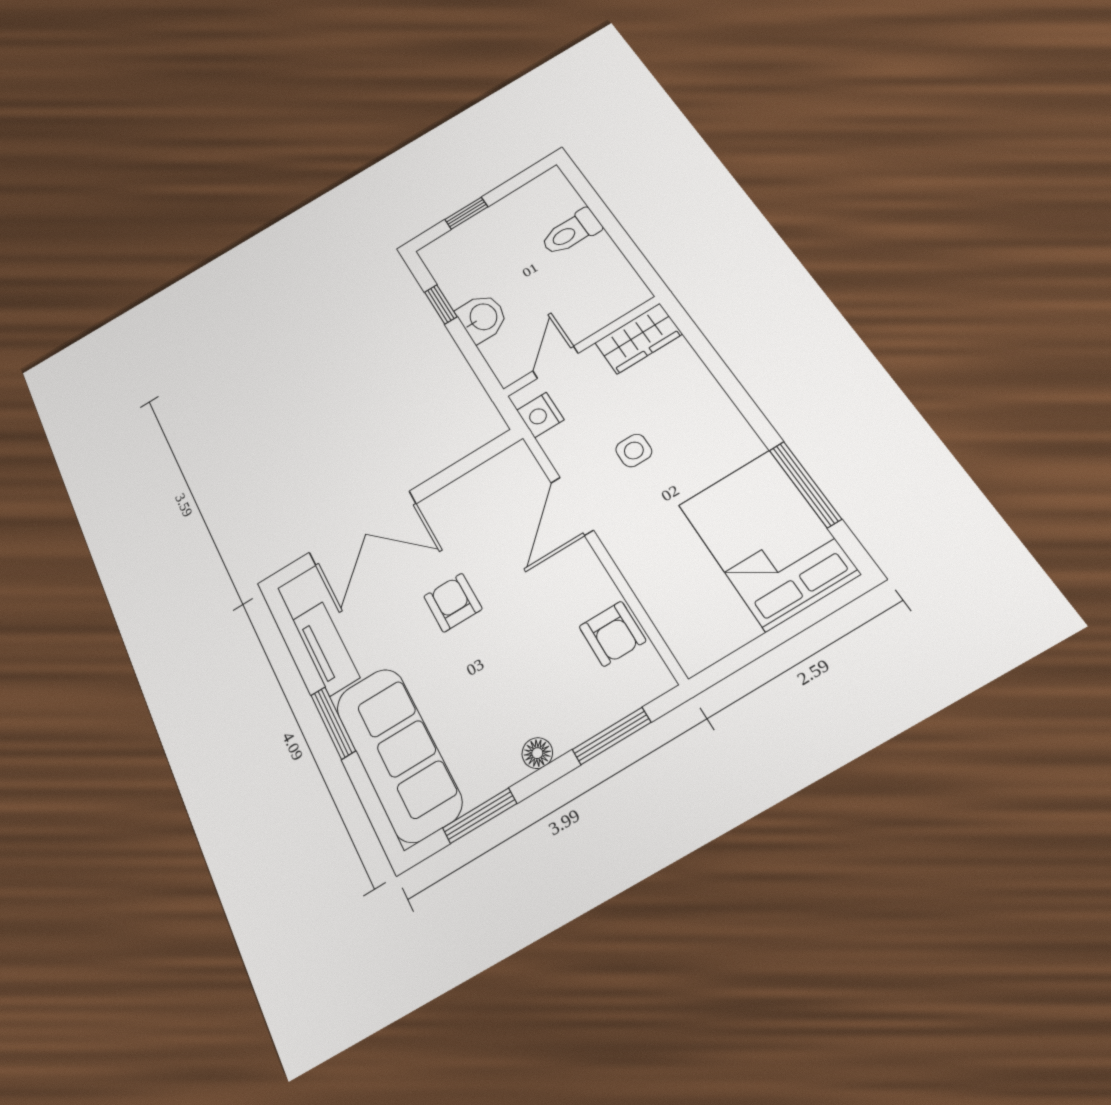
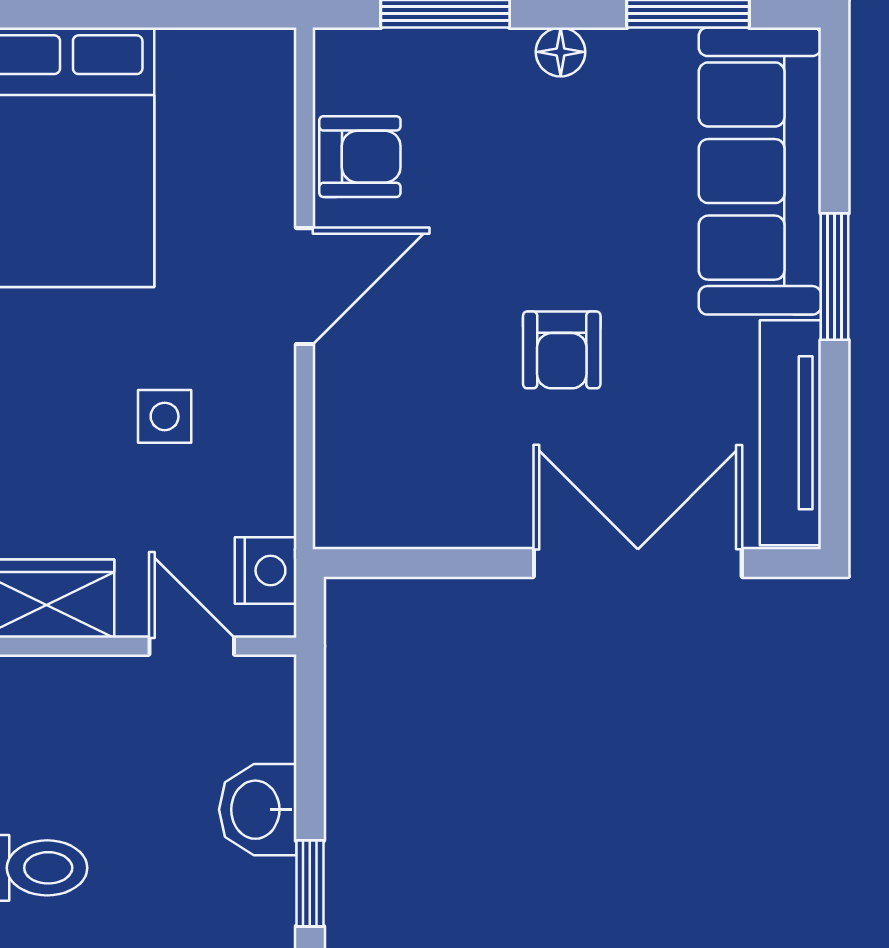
door: (556, 362) -> (192, 646), swing flipped
door: (572, 506) -> (304, 286), moved
armchair: (612, 634) -> (360, 157), turned 90
tv unit: (326, 649) -> (790, 433), width x1.41

